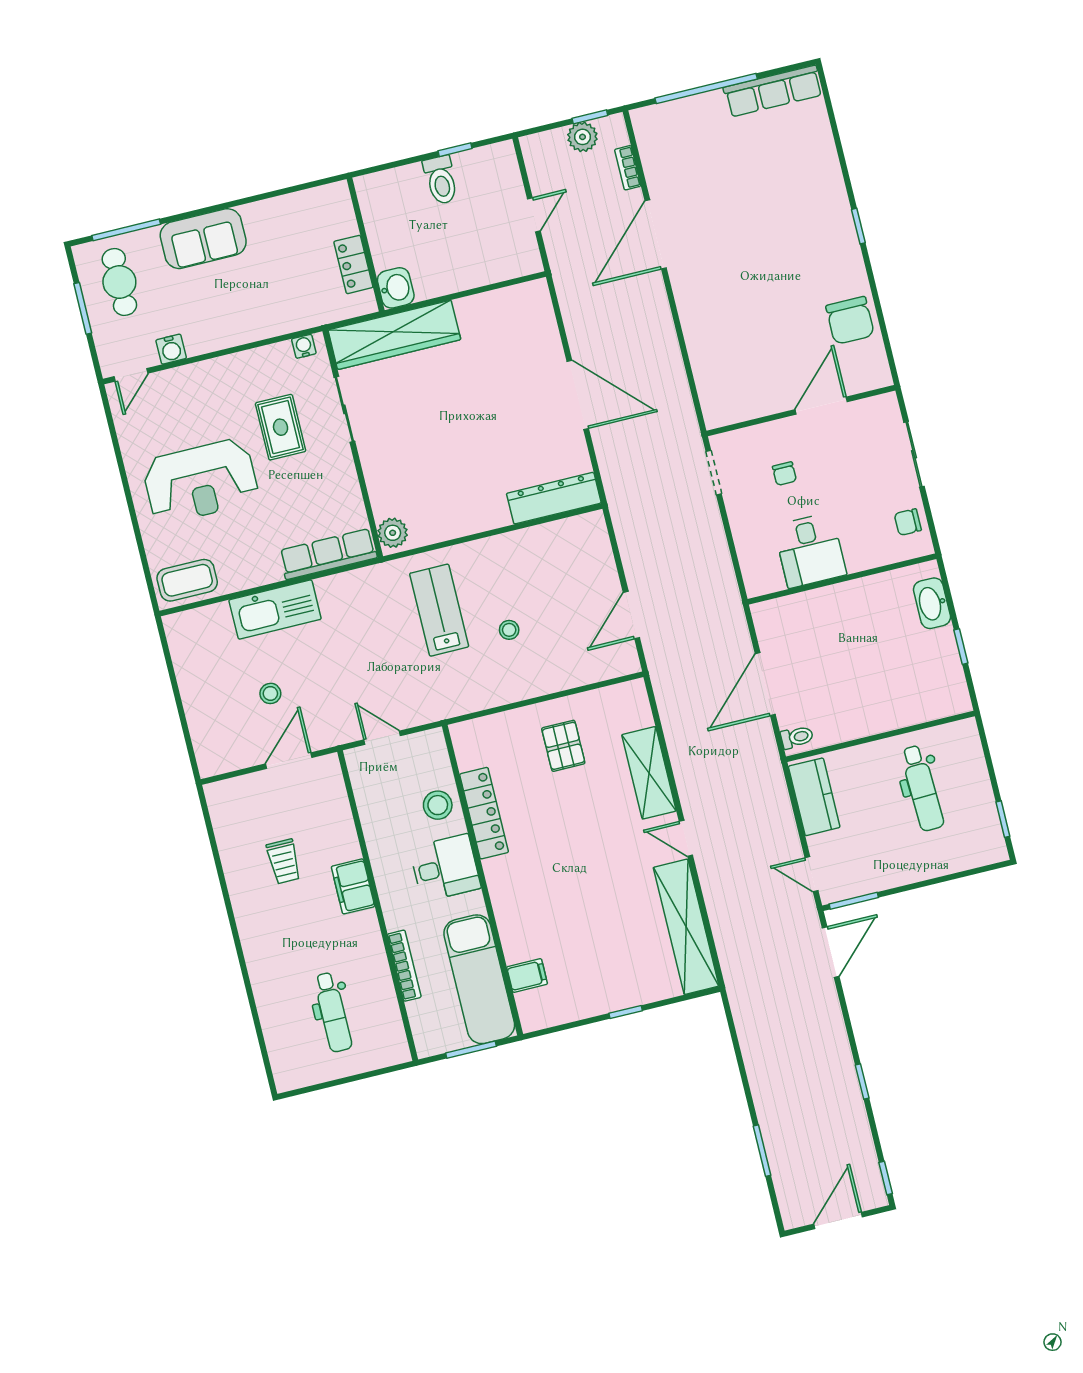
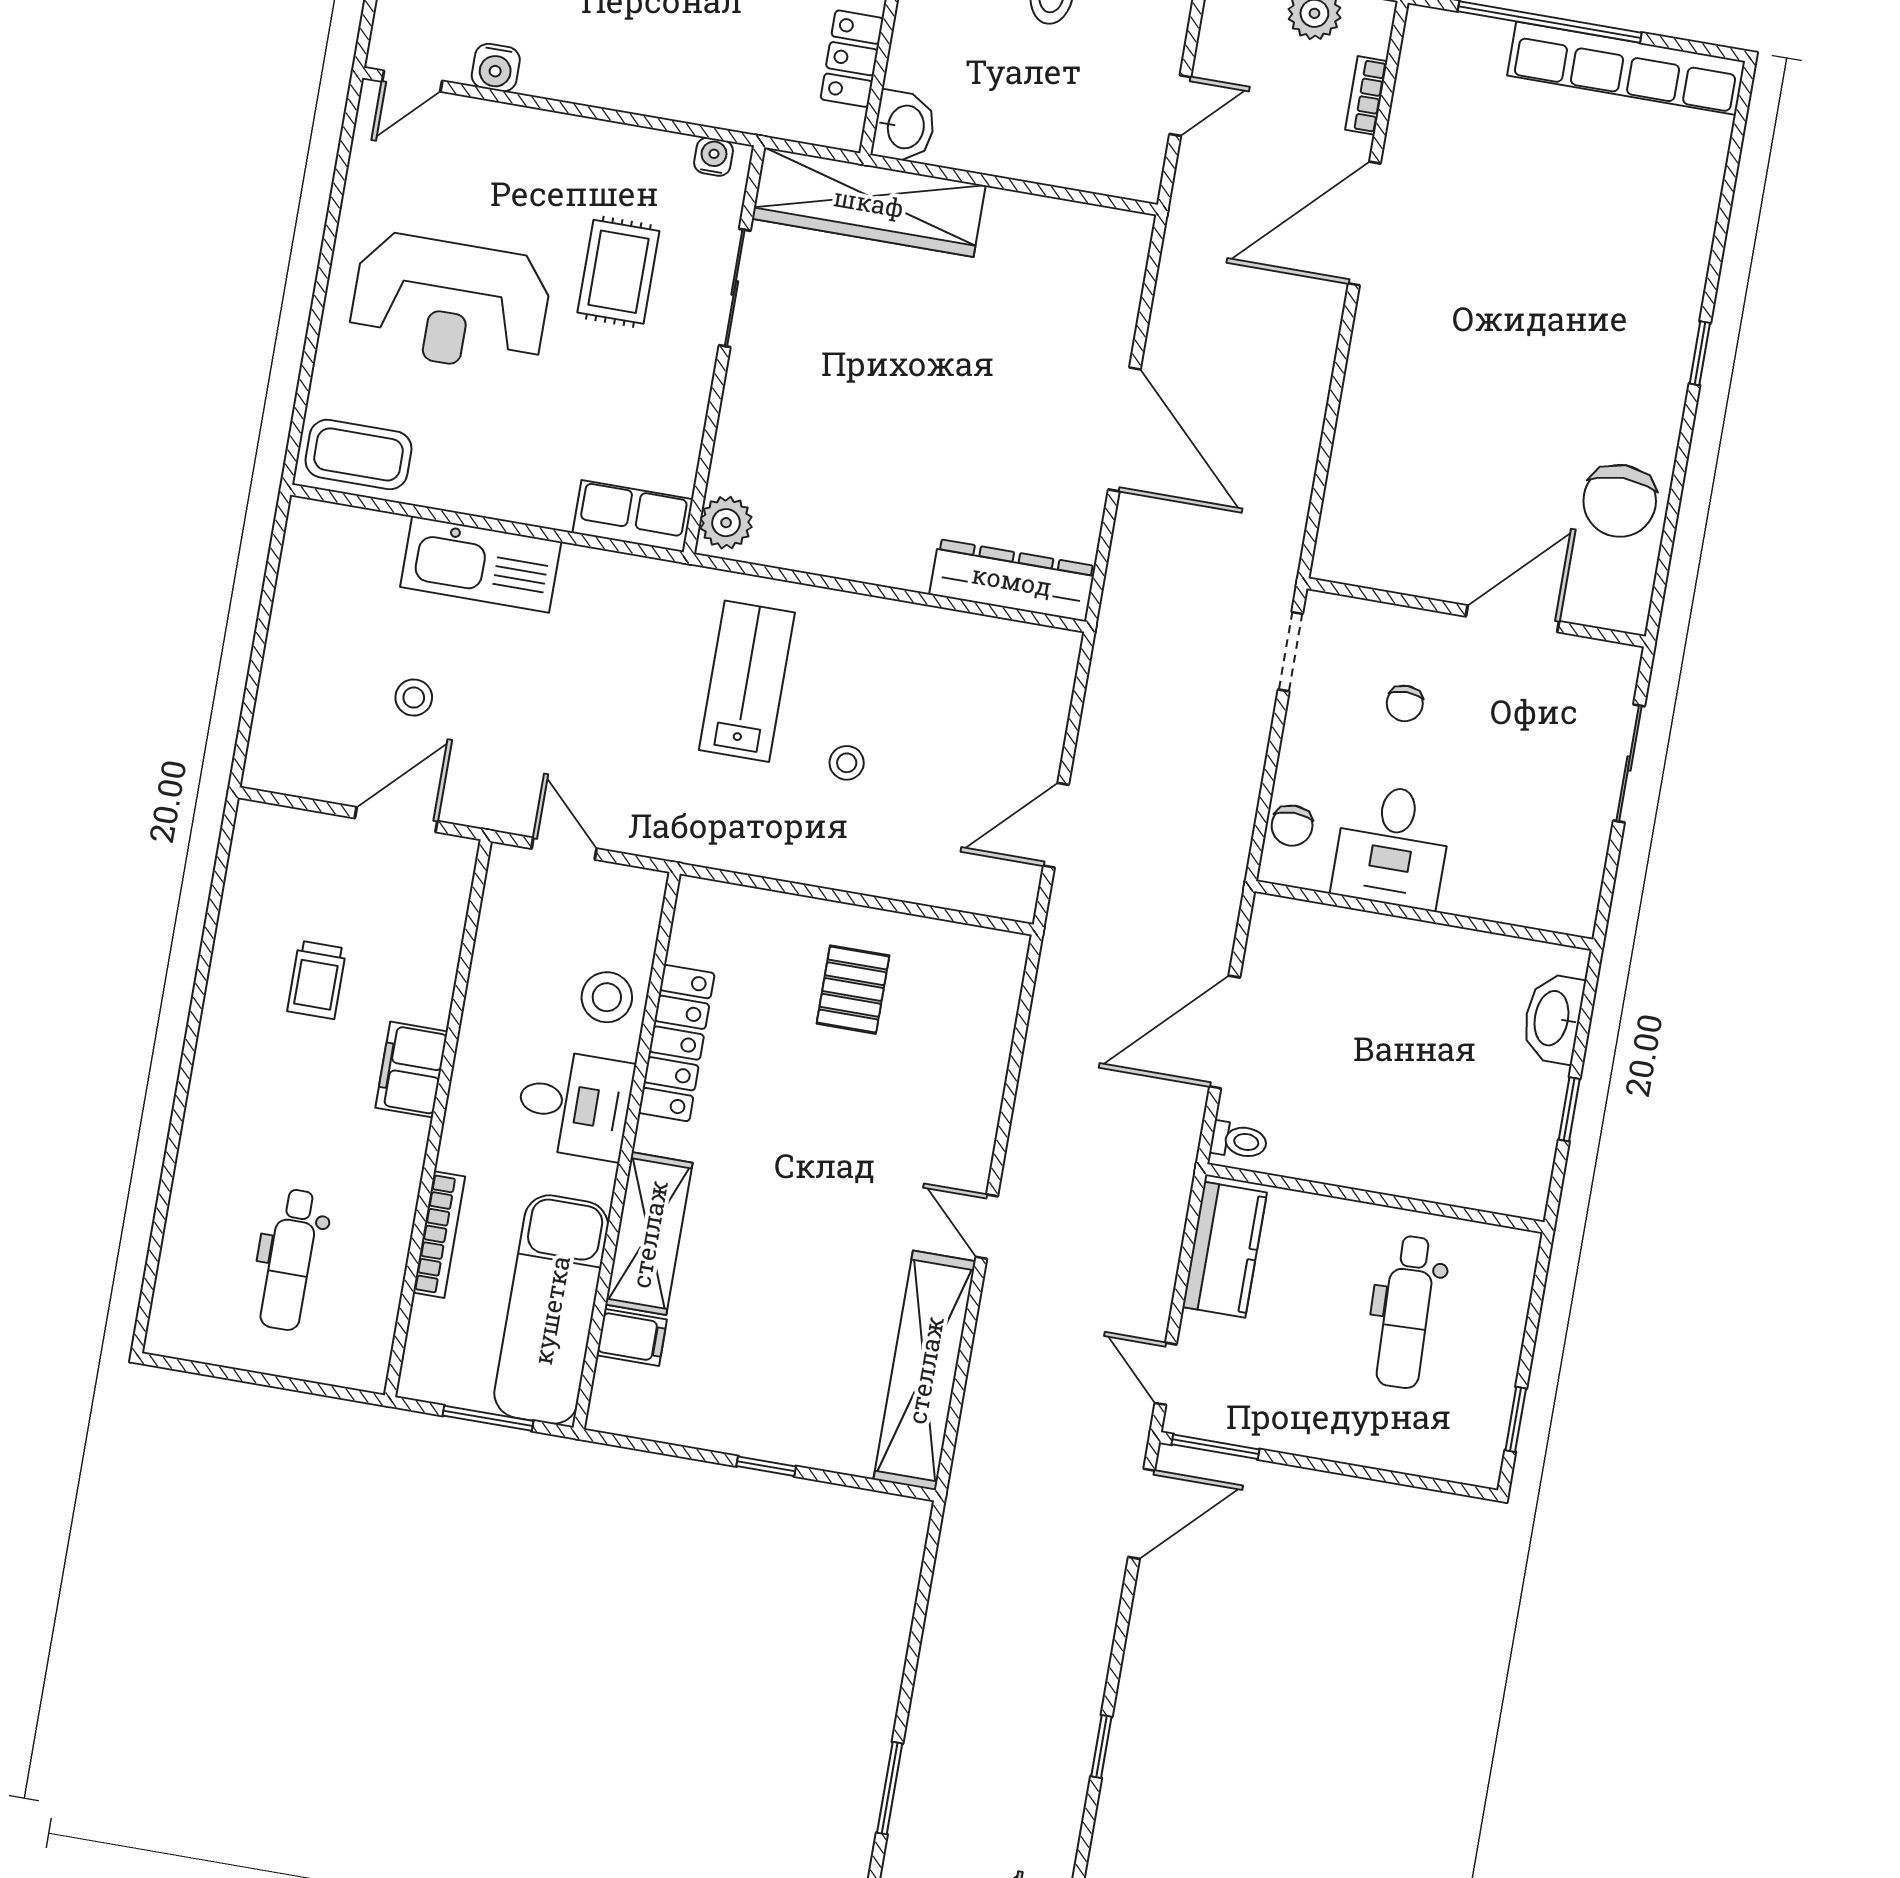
row of seats: (773, 91) -> (1626, 68), width x1.36
chair: (908, 522) -> (1292, 826), moved, turned -90
row of seats: (328, 554) -> (633, 516), width x0.68
shelving: (649, 773) -> (649, 1234), moved

